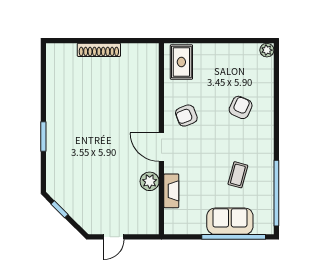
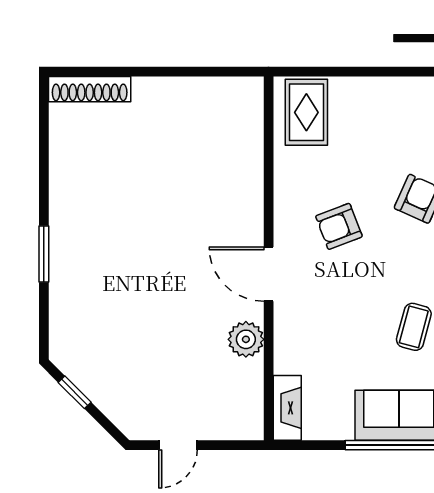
shoe rack: (99, 50) -> (90, 89), moved
armchair: (186, 116) -> (339, 226), moved
fireplace: (171, 191) -> (287, 408), moved

